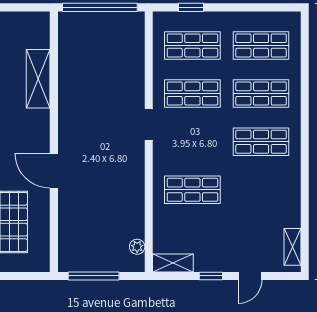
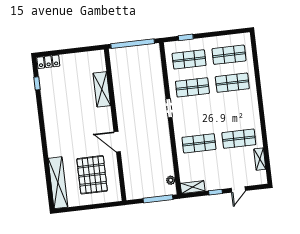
shop shelf: (261, 142) -> (239, 139), moved
shelving: (292, 247) -> (260, 159), moved
window: (94, 276) -> (158, 199), moved

